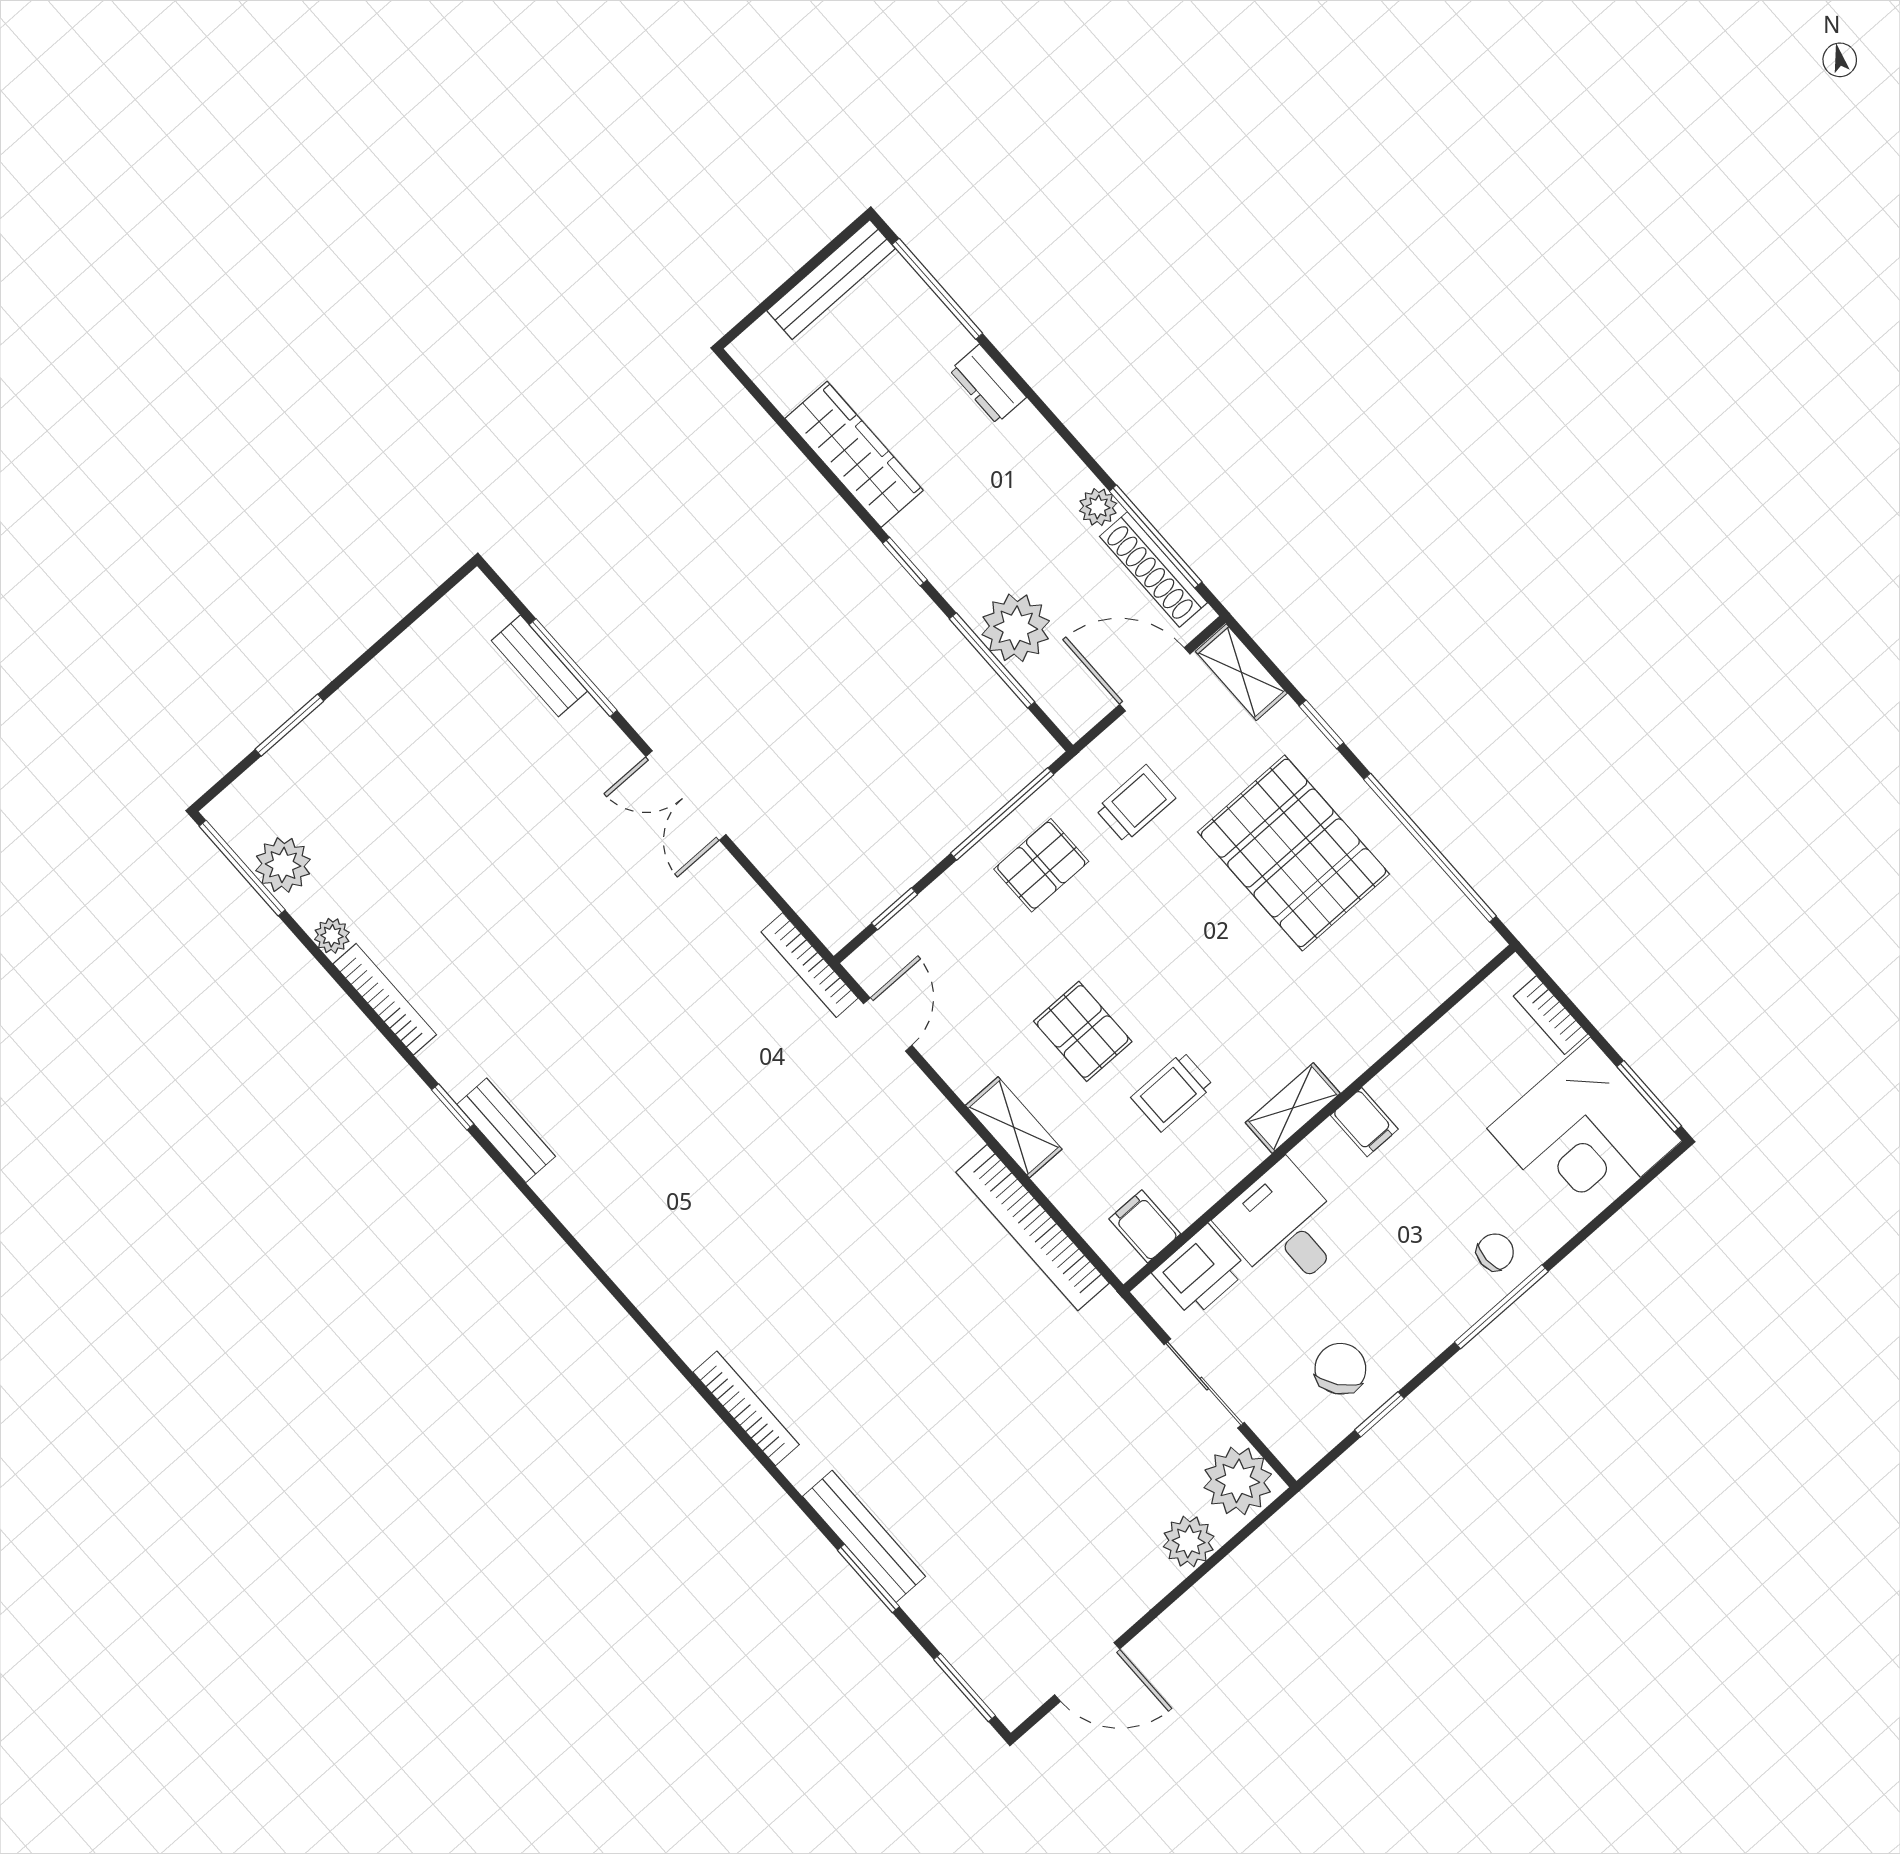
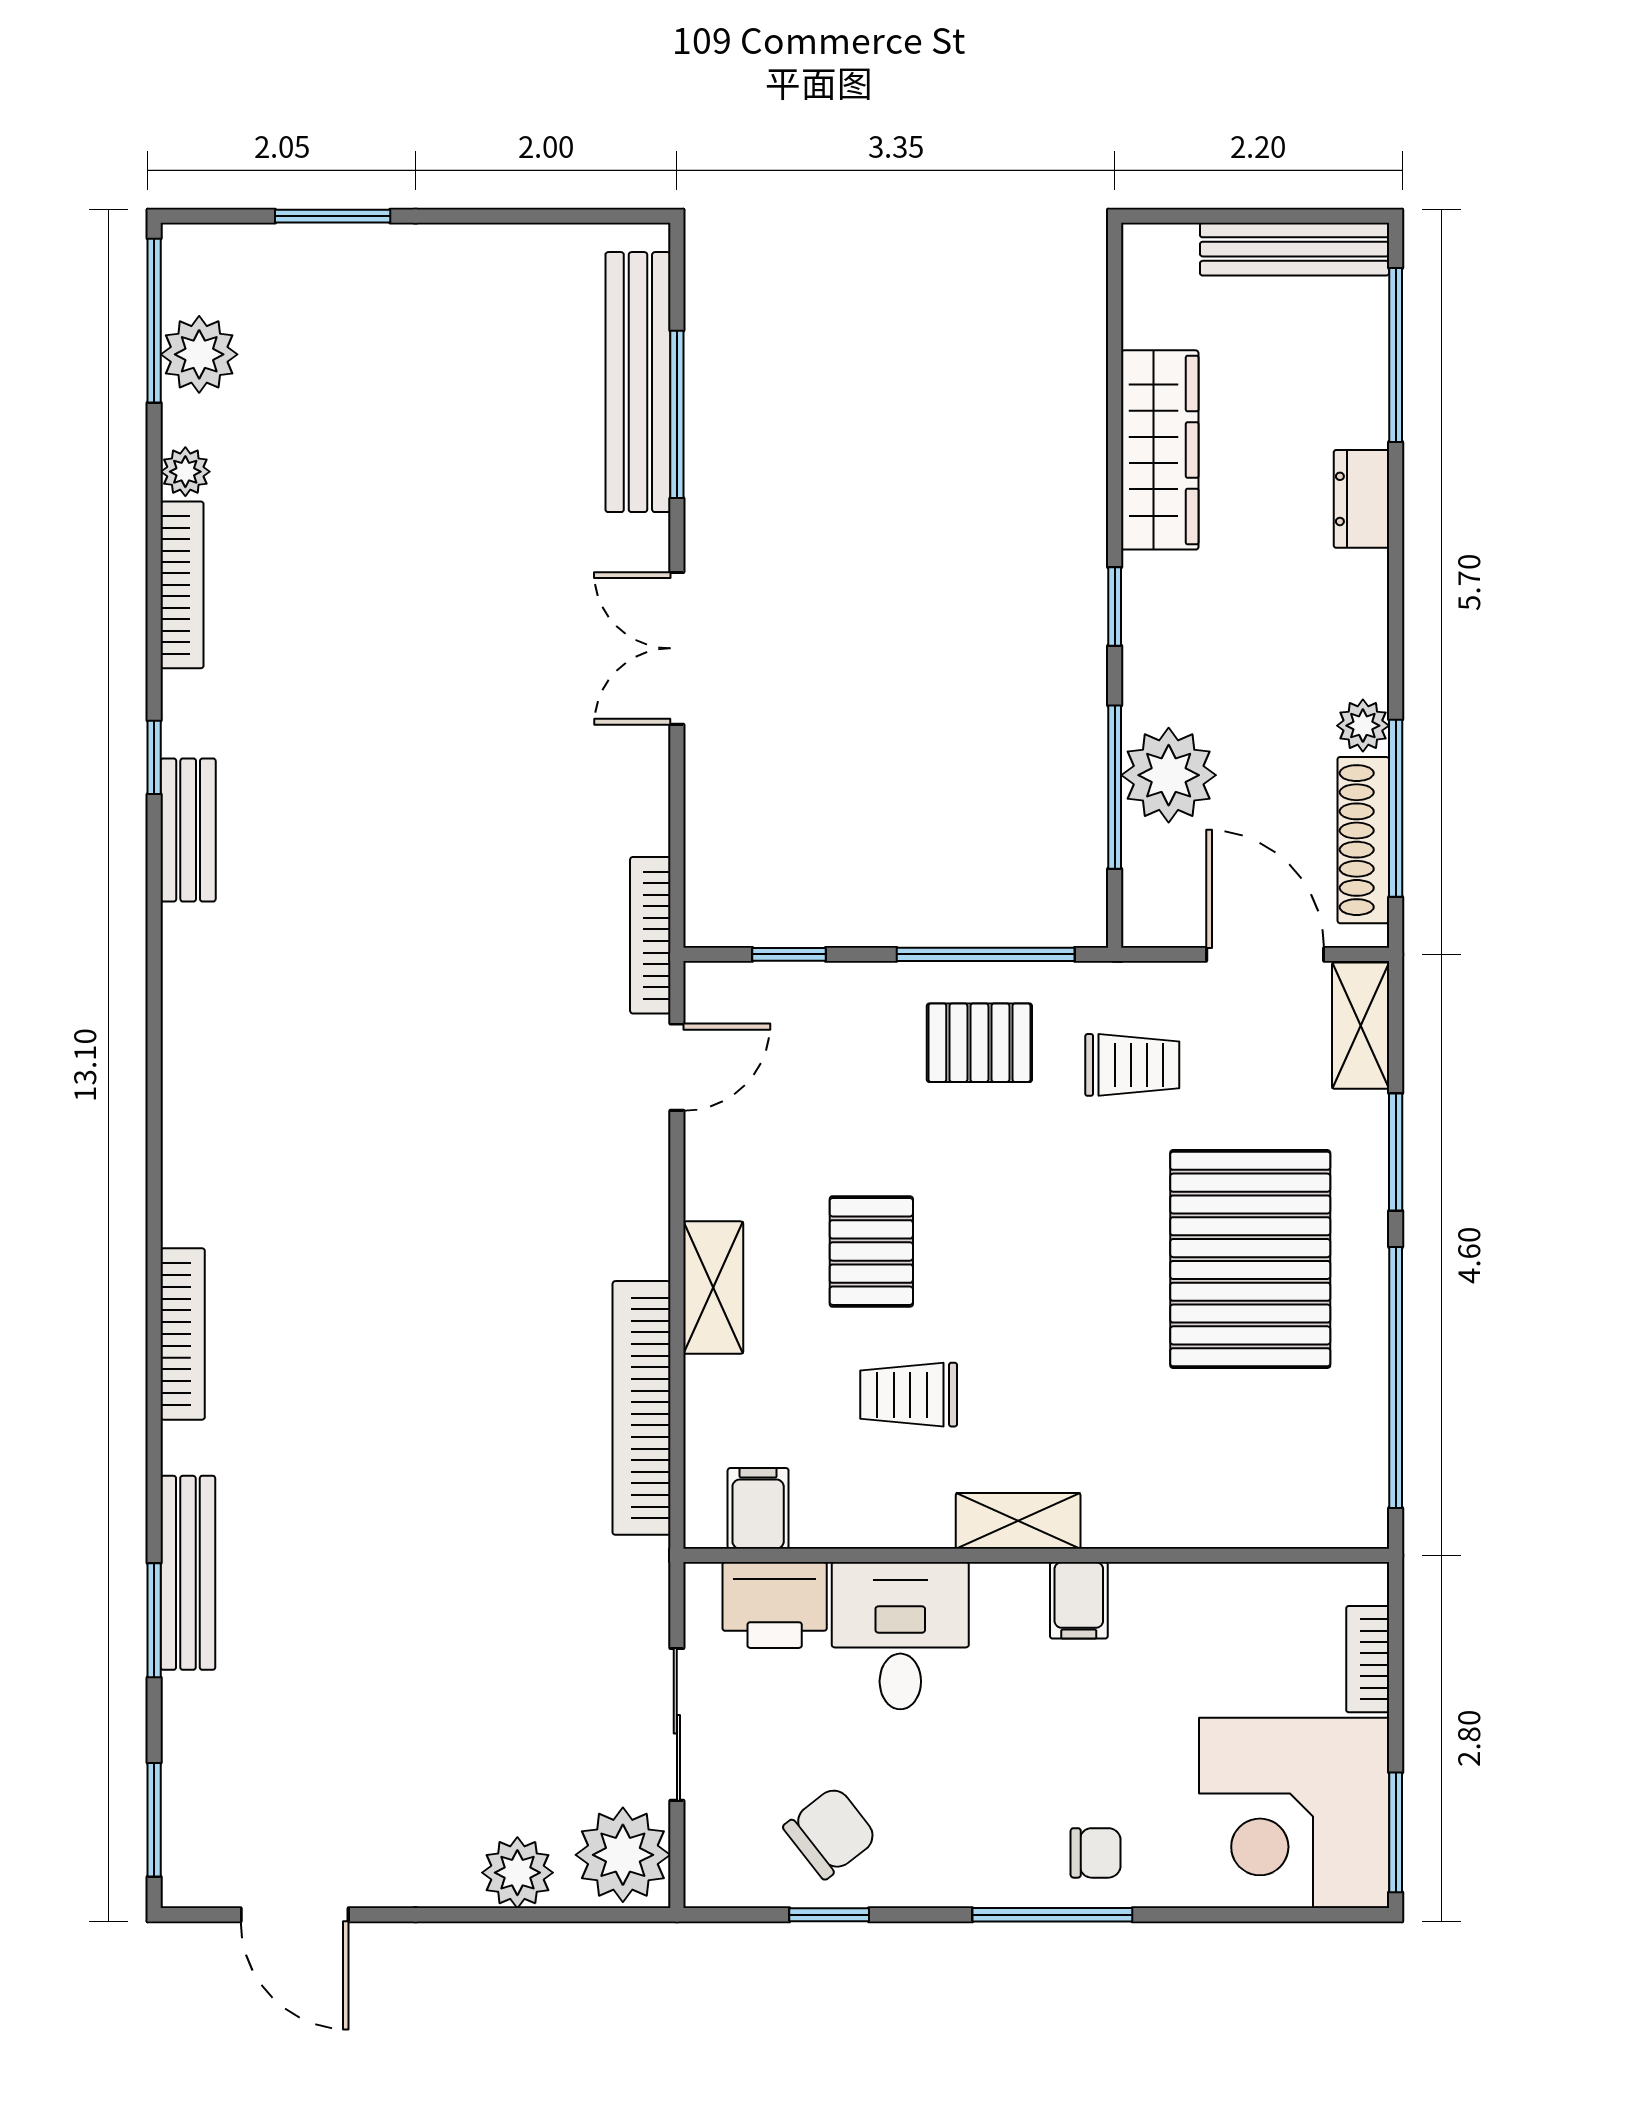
bench: (539, 666) -> (638, 382), width x1.86, depth x1.21
window: (1321, 724) -> (1396, 1152), width x1.50

